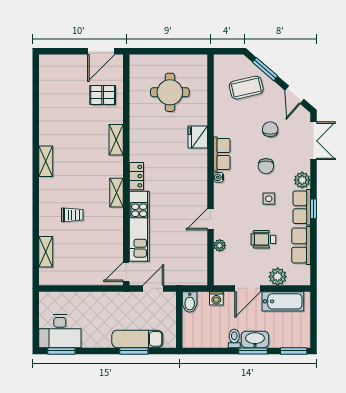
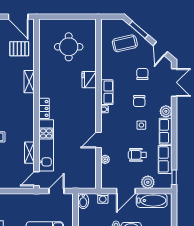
door: (101, 51) -> (18, 17), hinge flipped
shelving: (117, 193) -> (29, 153), moved
window: (313, 209) -> (174, 177), moved

